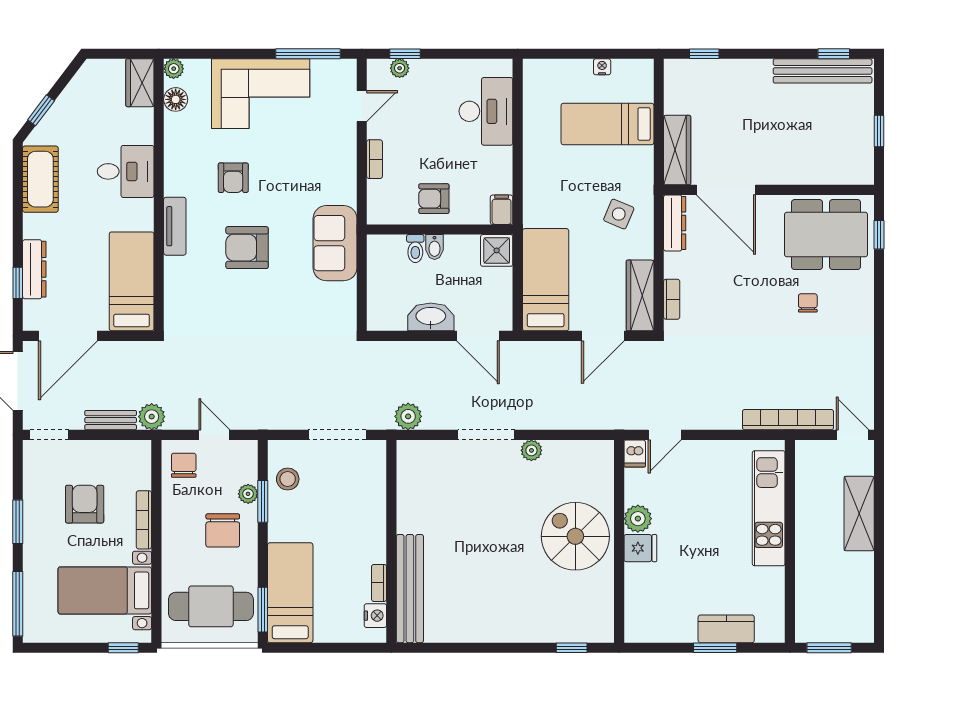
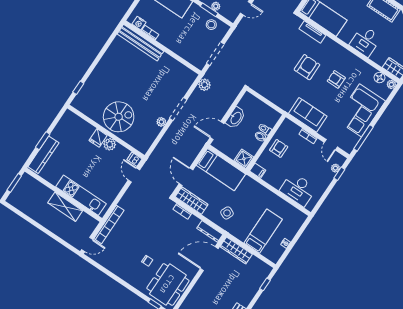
tv unit: (175, 226) -> (312, 32), moved
sofa: (335, 243) -> (308, 115), moved
shelving: (859, 514) -> (65, 207), moved
kitchen counter: (726, 629) -> (43, 155), width x1.50

